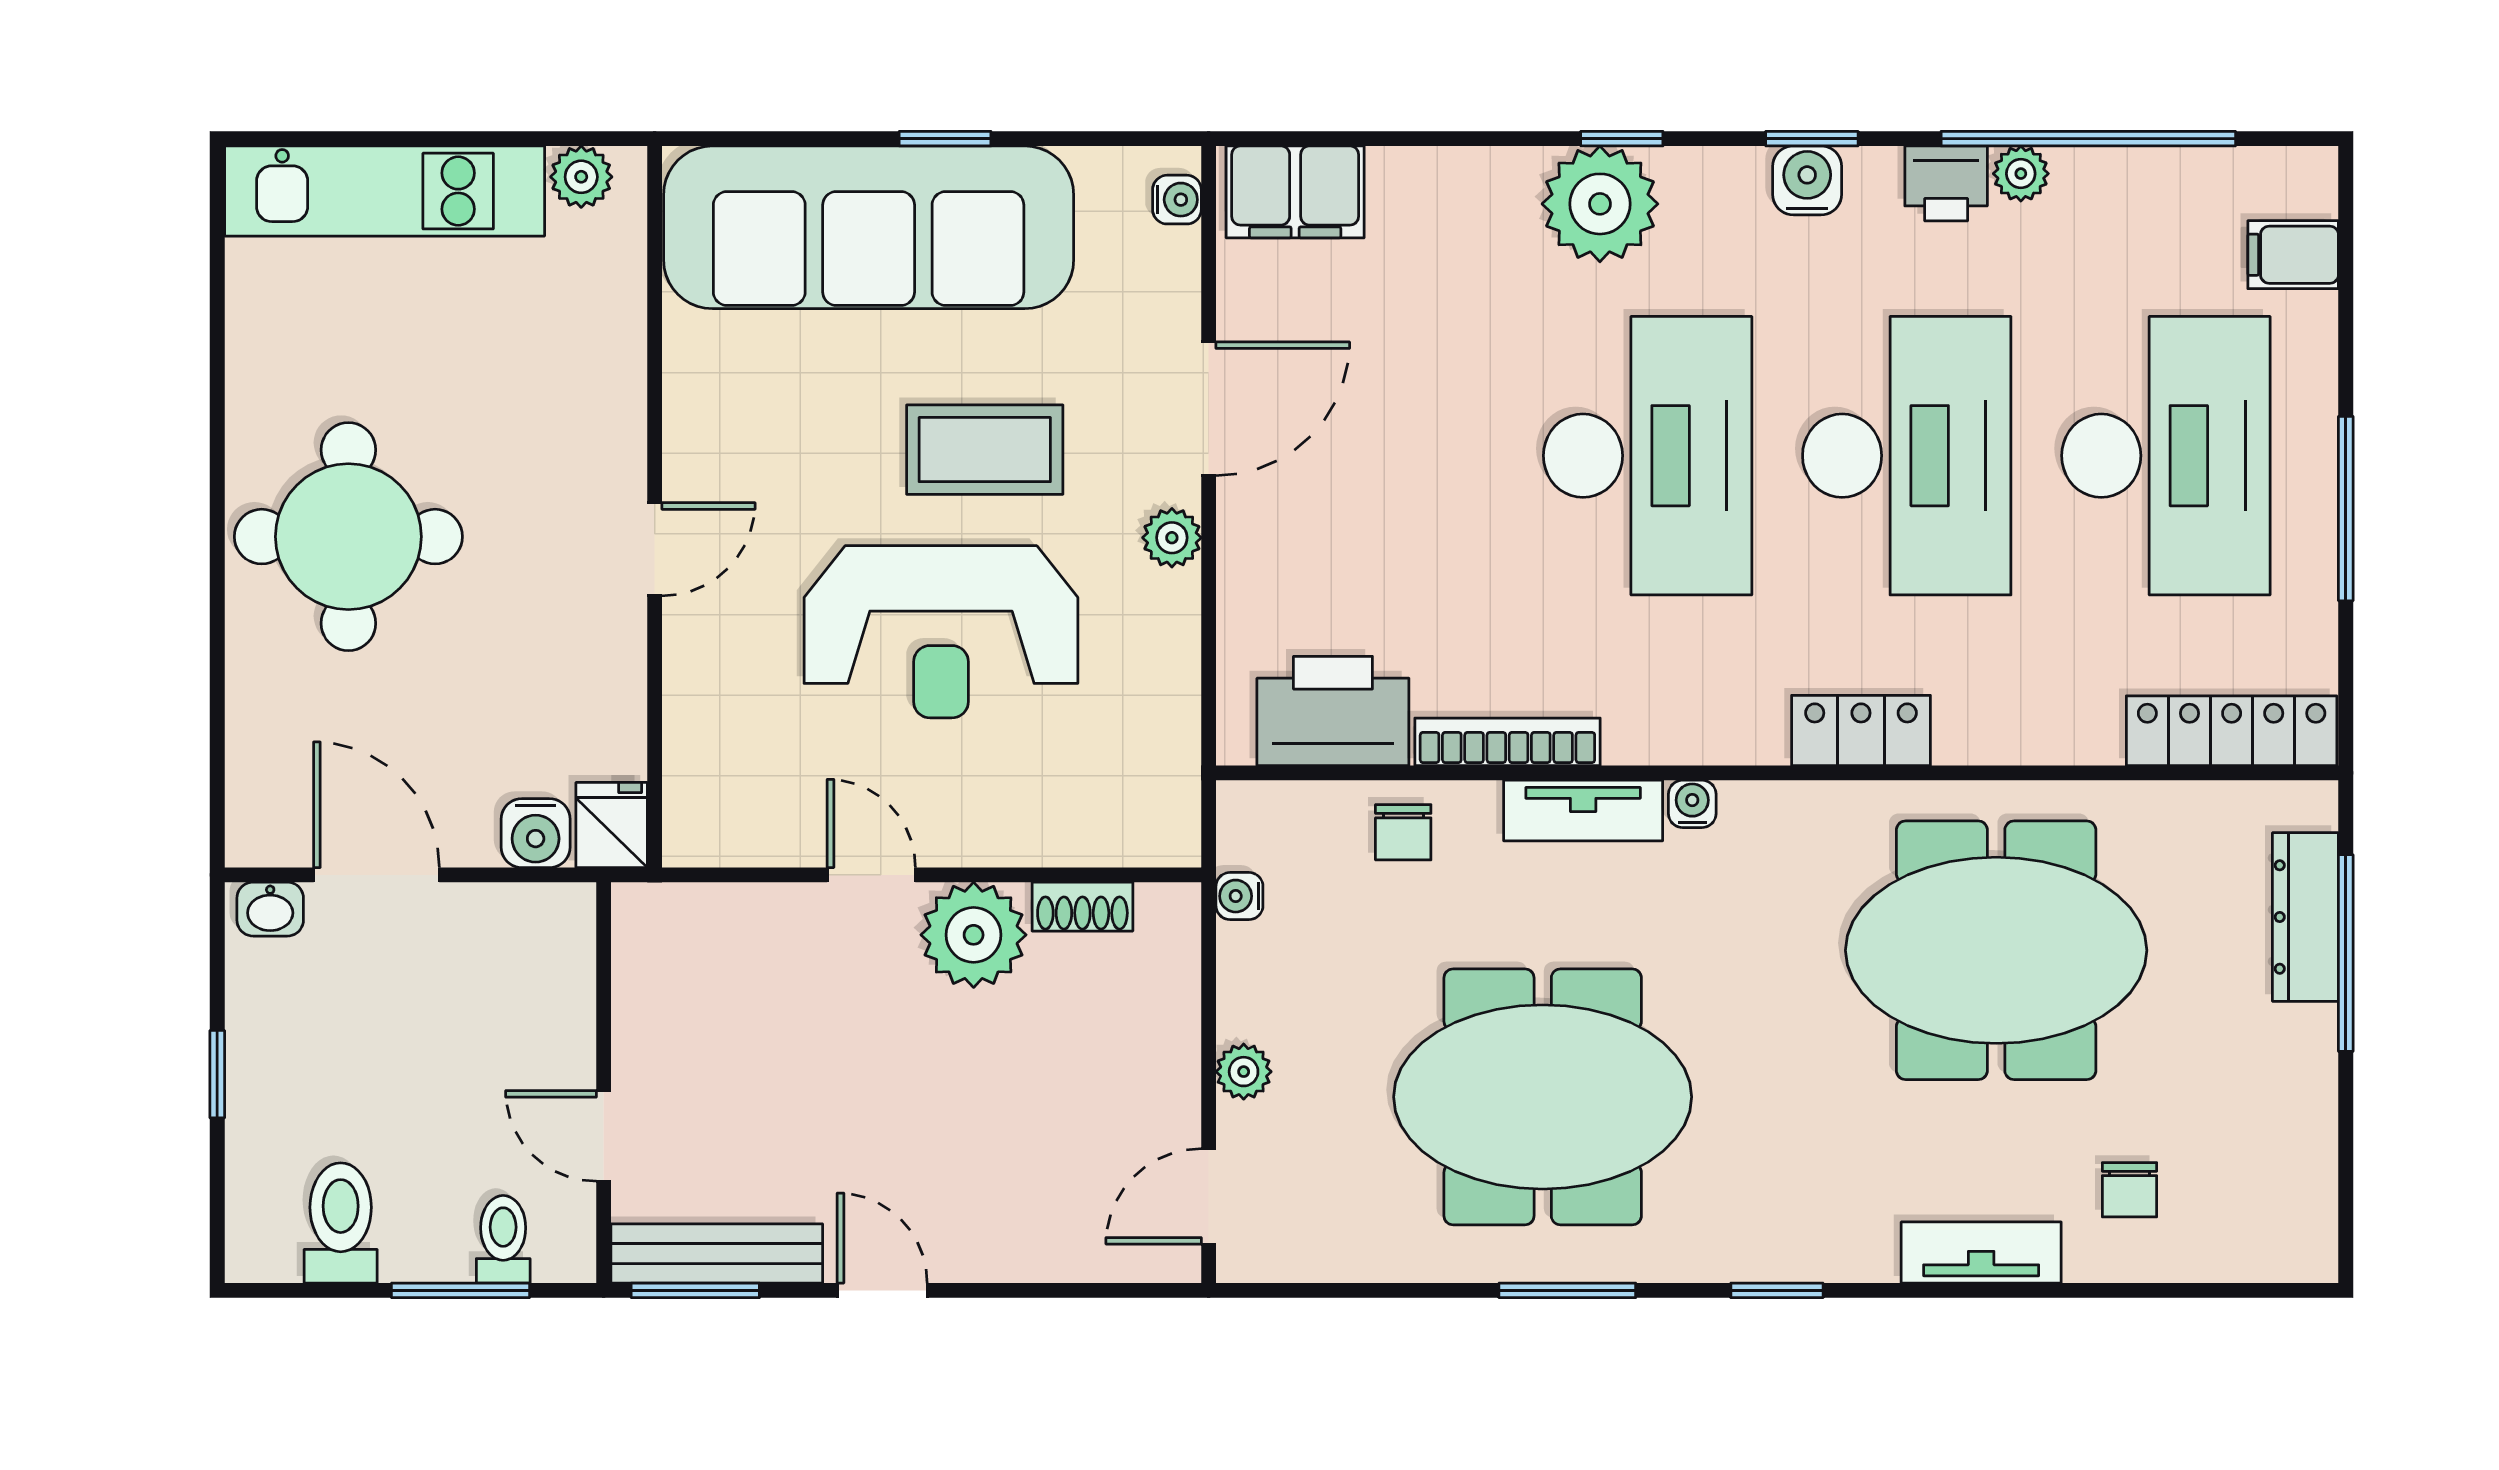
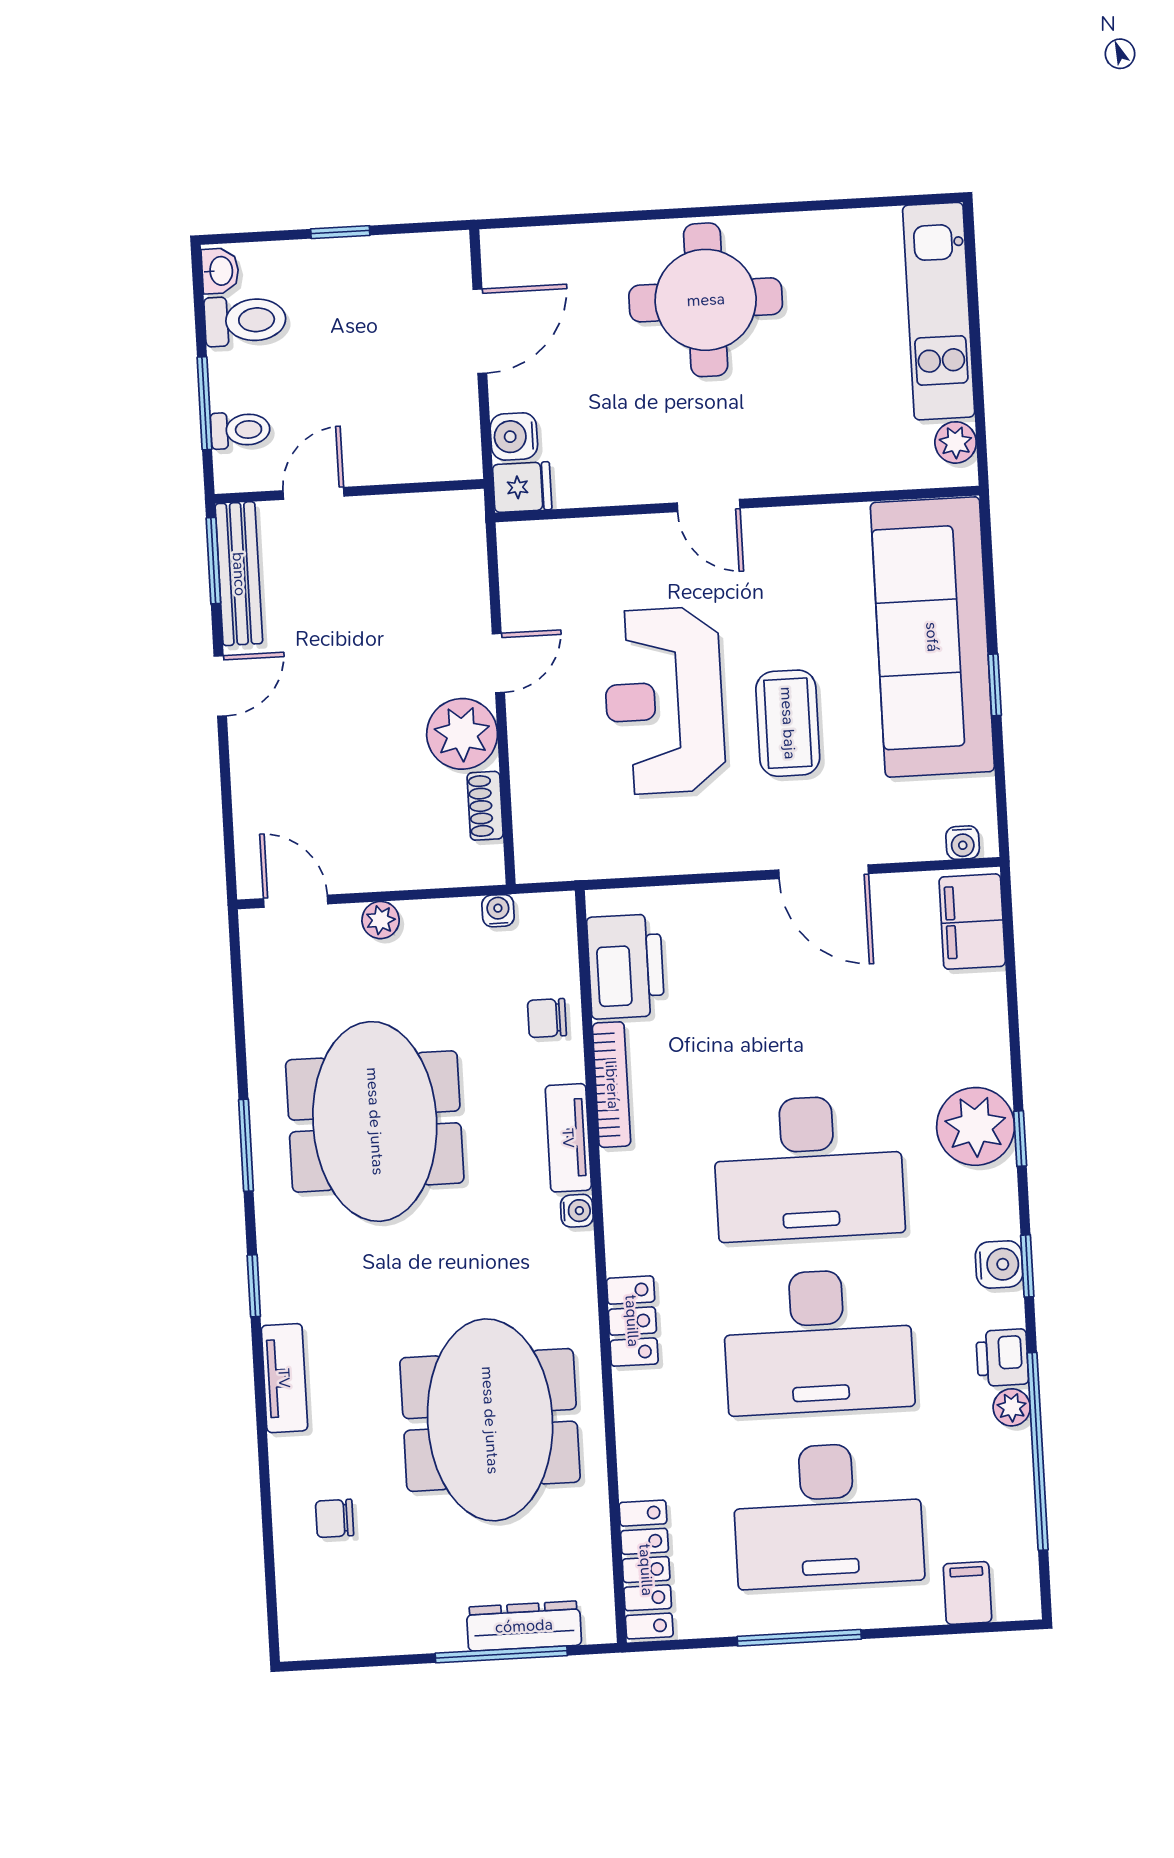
plant: (1172, 538) -> (736, 852), removed
washbasin: (270, 909) -> (220, 271), moved, turned 180
tv unit: (1981, 1253) -> (284, 1378), moved

